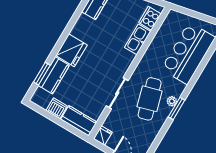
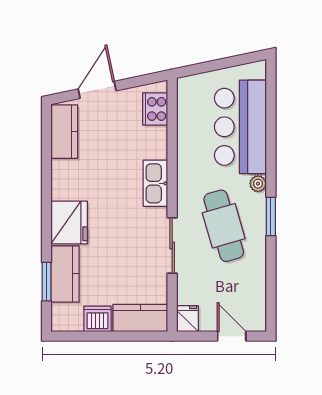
kitchen sink: (138, 39) -> (155, 183), moved
plant: (172, 101) -> (258, 184), moved

